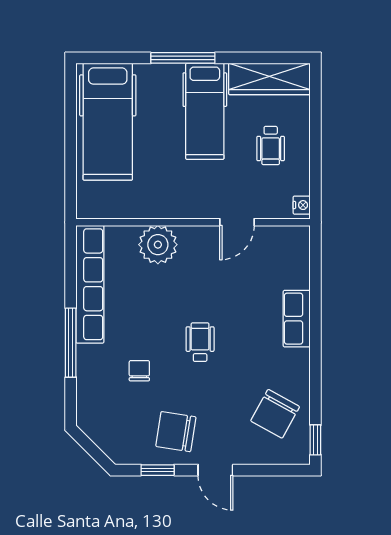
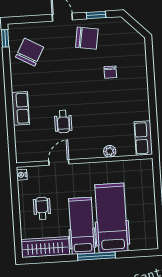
hospital bed: (108, 122) -> (111, 218), moved
plant: (158, 245) -> (110, 151), width x0.53, depth x0.53
row of seats: (90, 284) -> (143, 138), width x0.50
wheelchair: (200, 342) -> (63, 122), moved
window: (71, 343) -> (151, 86), removed

